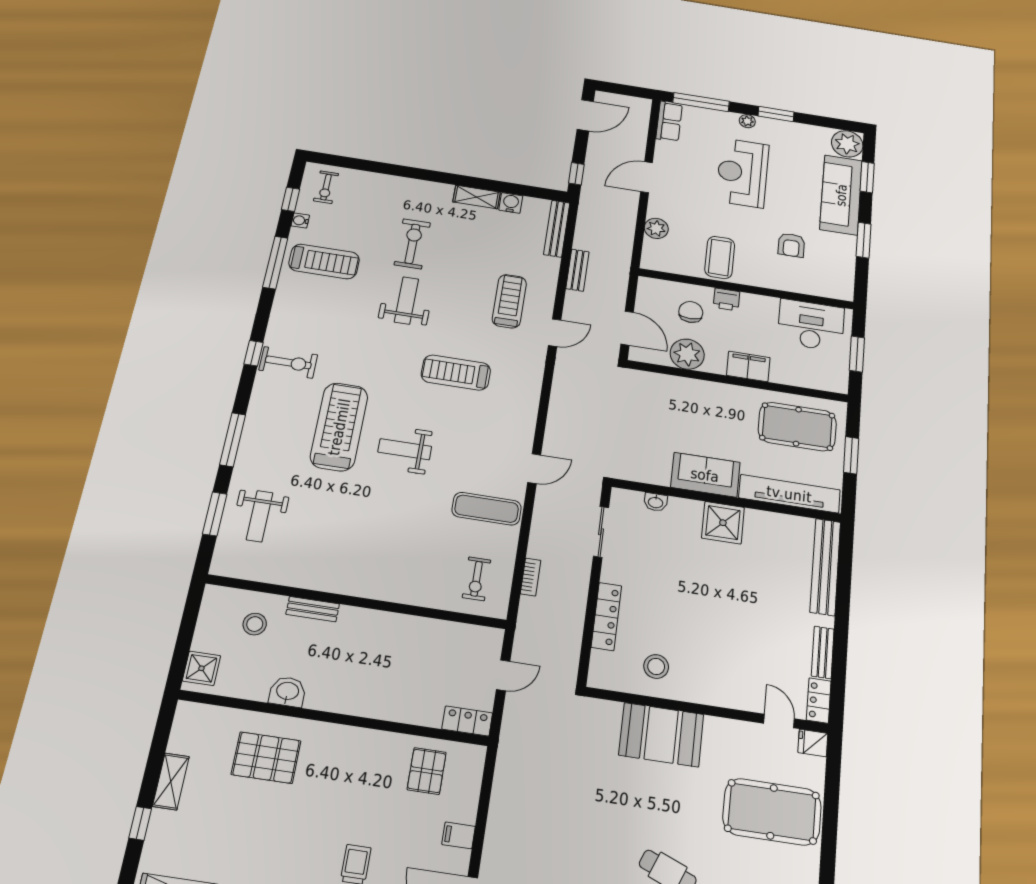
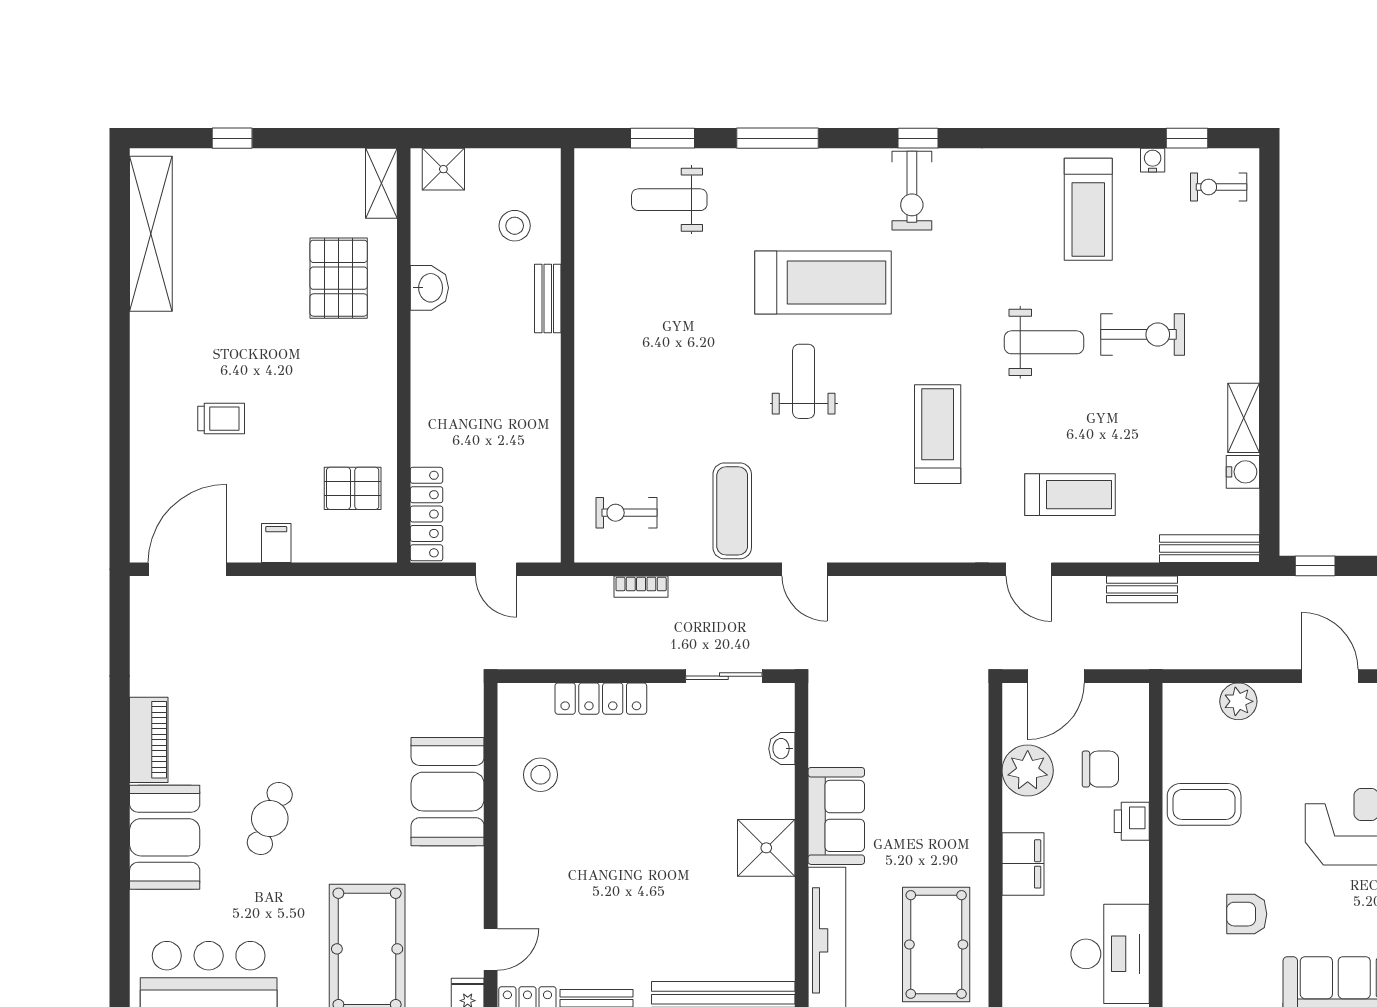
window: (275, 263) -> (1073, 138), removed
locker: (467, 721) -> (427, 514), width x1.53
shelving: (171, 781) -> (381, 183), moved, turned 90

